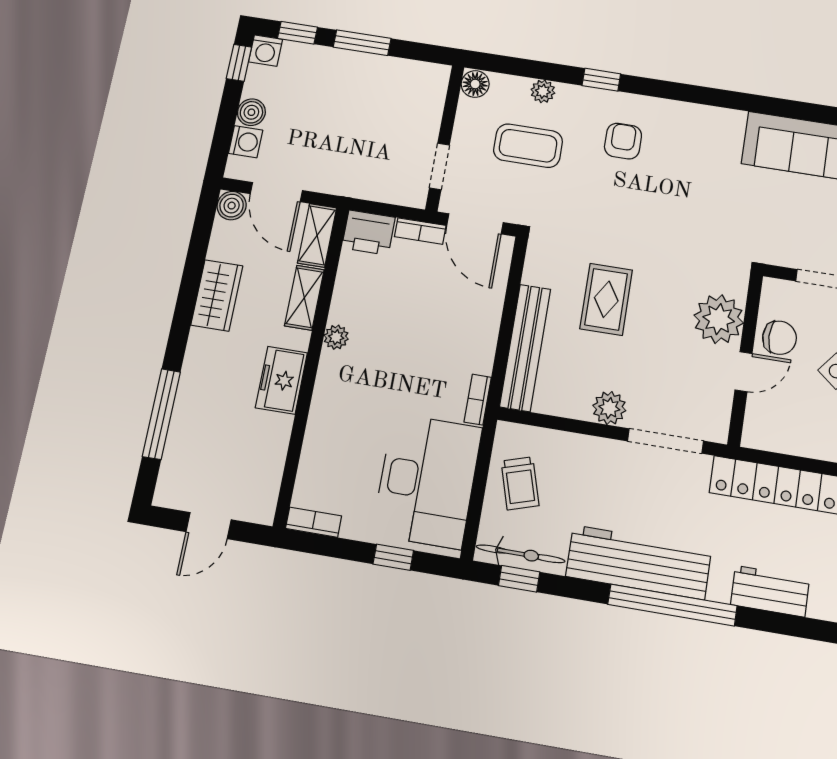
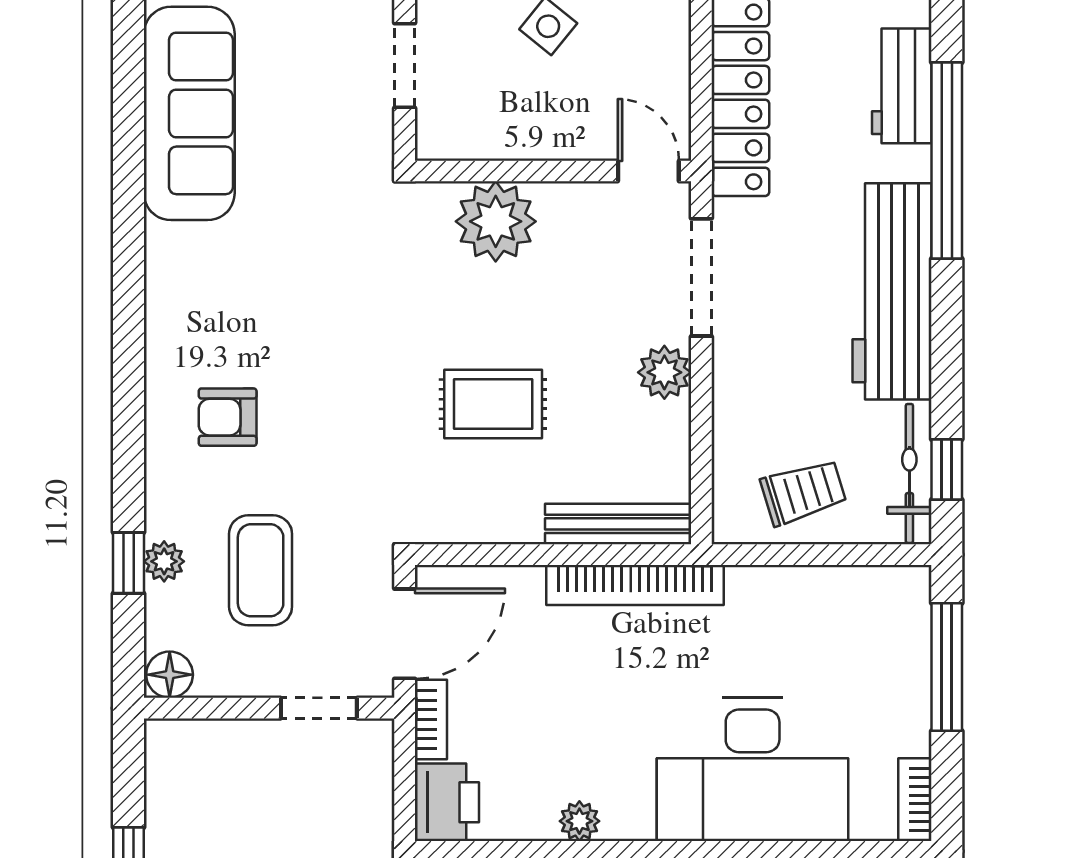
window: (601, 80) -> (128, 563), moved
plant: (336, 337) -> (579, 821), moved
chair: (779, 338) -> (510, 122), removed
bench: (525, 348) -> (618, 524), width x0.73, depth x0.82
door: (744, 372) -> (648, 171), moved
bookcase: (478, 400) -> (635, 585), width x2.31, depth x1.31
desk: (427, 481) -> (753, 769), moved, turned 180
window: (393, 557) -> (947, 667), width x2.17
window: (672, 605) -> (947, 160), moved

